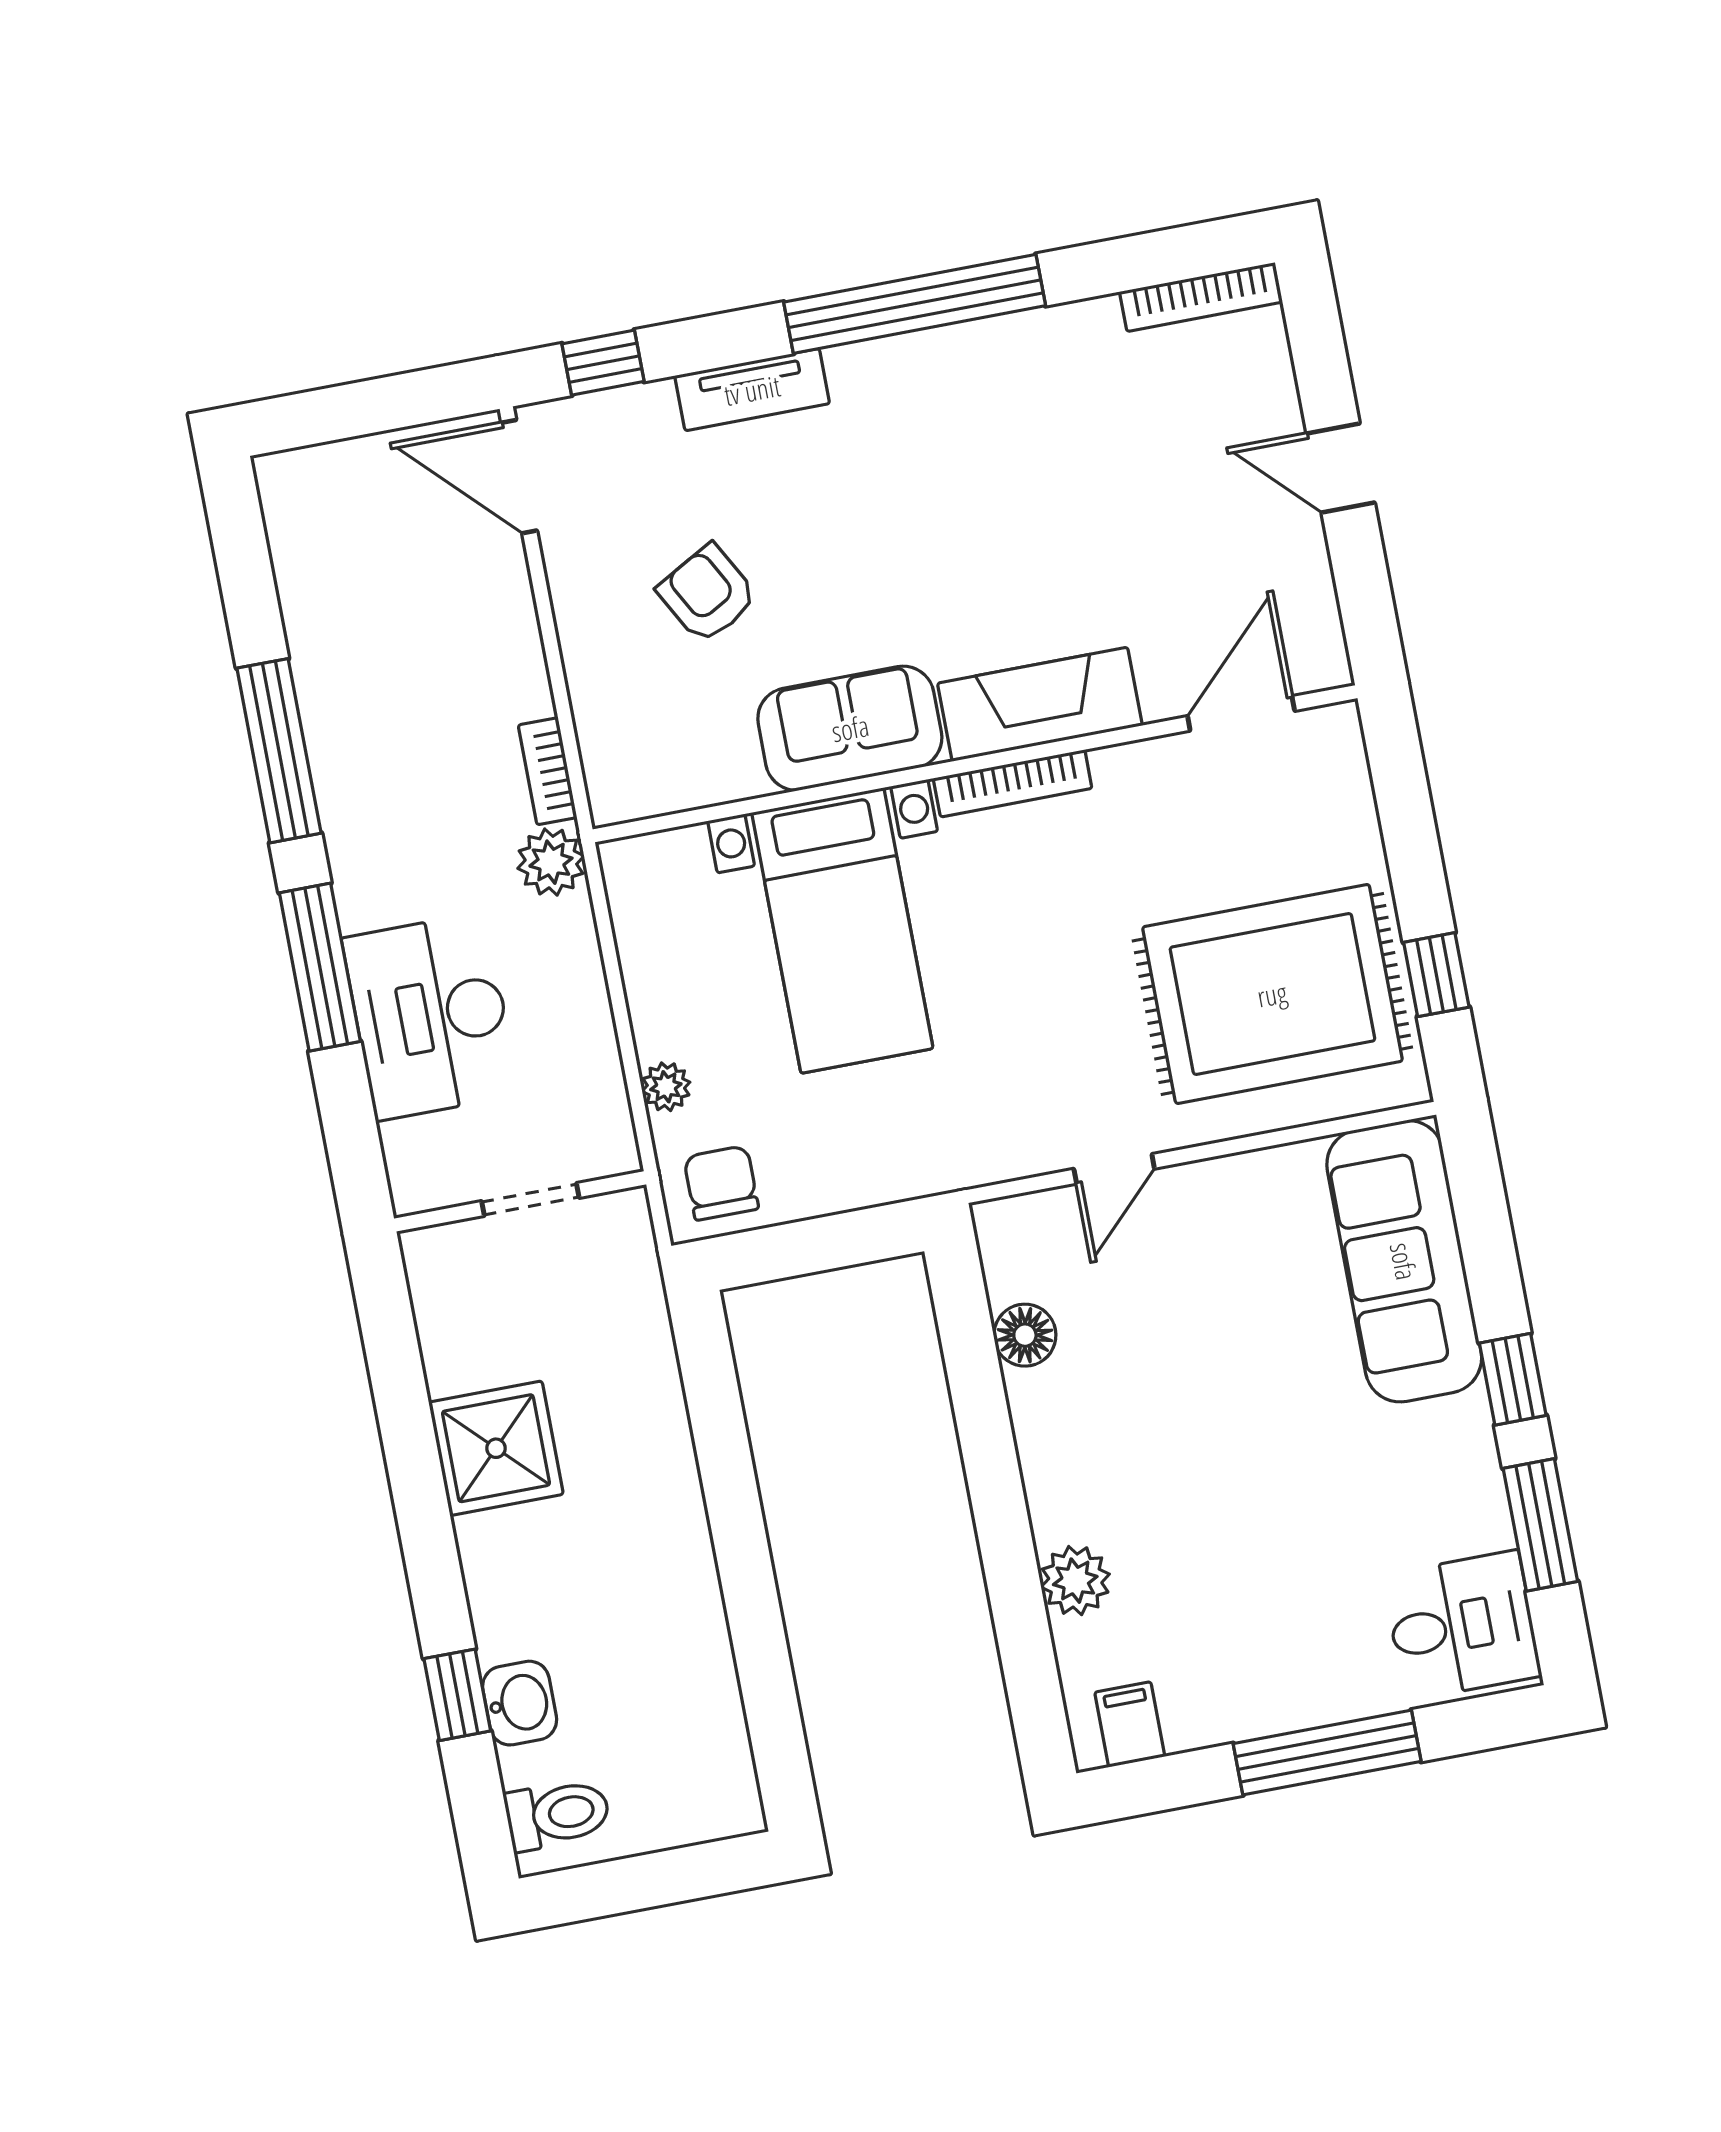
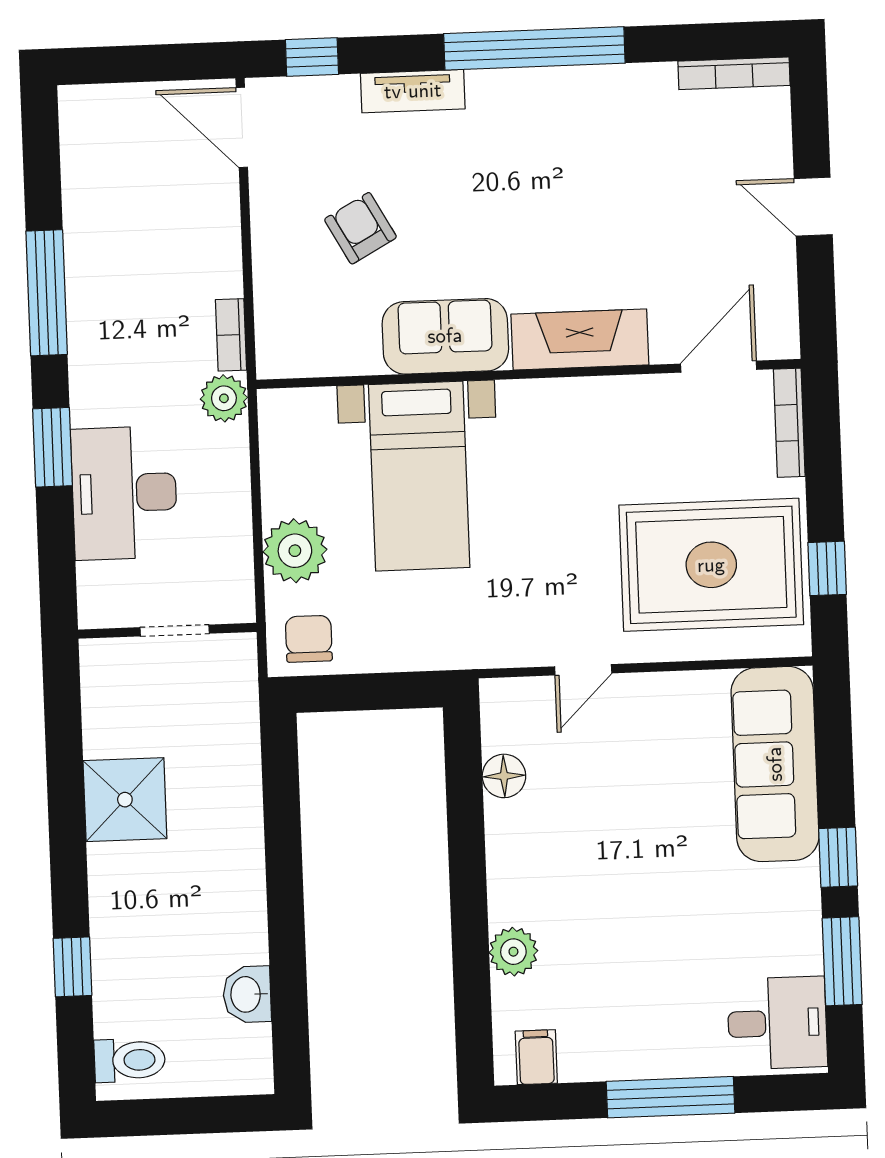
bookcase: (1013, 783) -> (789, 423), moved, turned 90
window: (320, 967) -> (53, 447), width x0.69
plant: (666, 1087) -> (295, 551), width x1.88, depth x1.88
washbasin: (520, 1703) -> (247, 994), moved, turned 180

